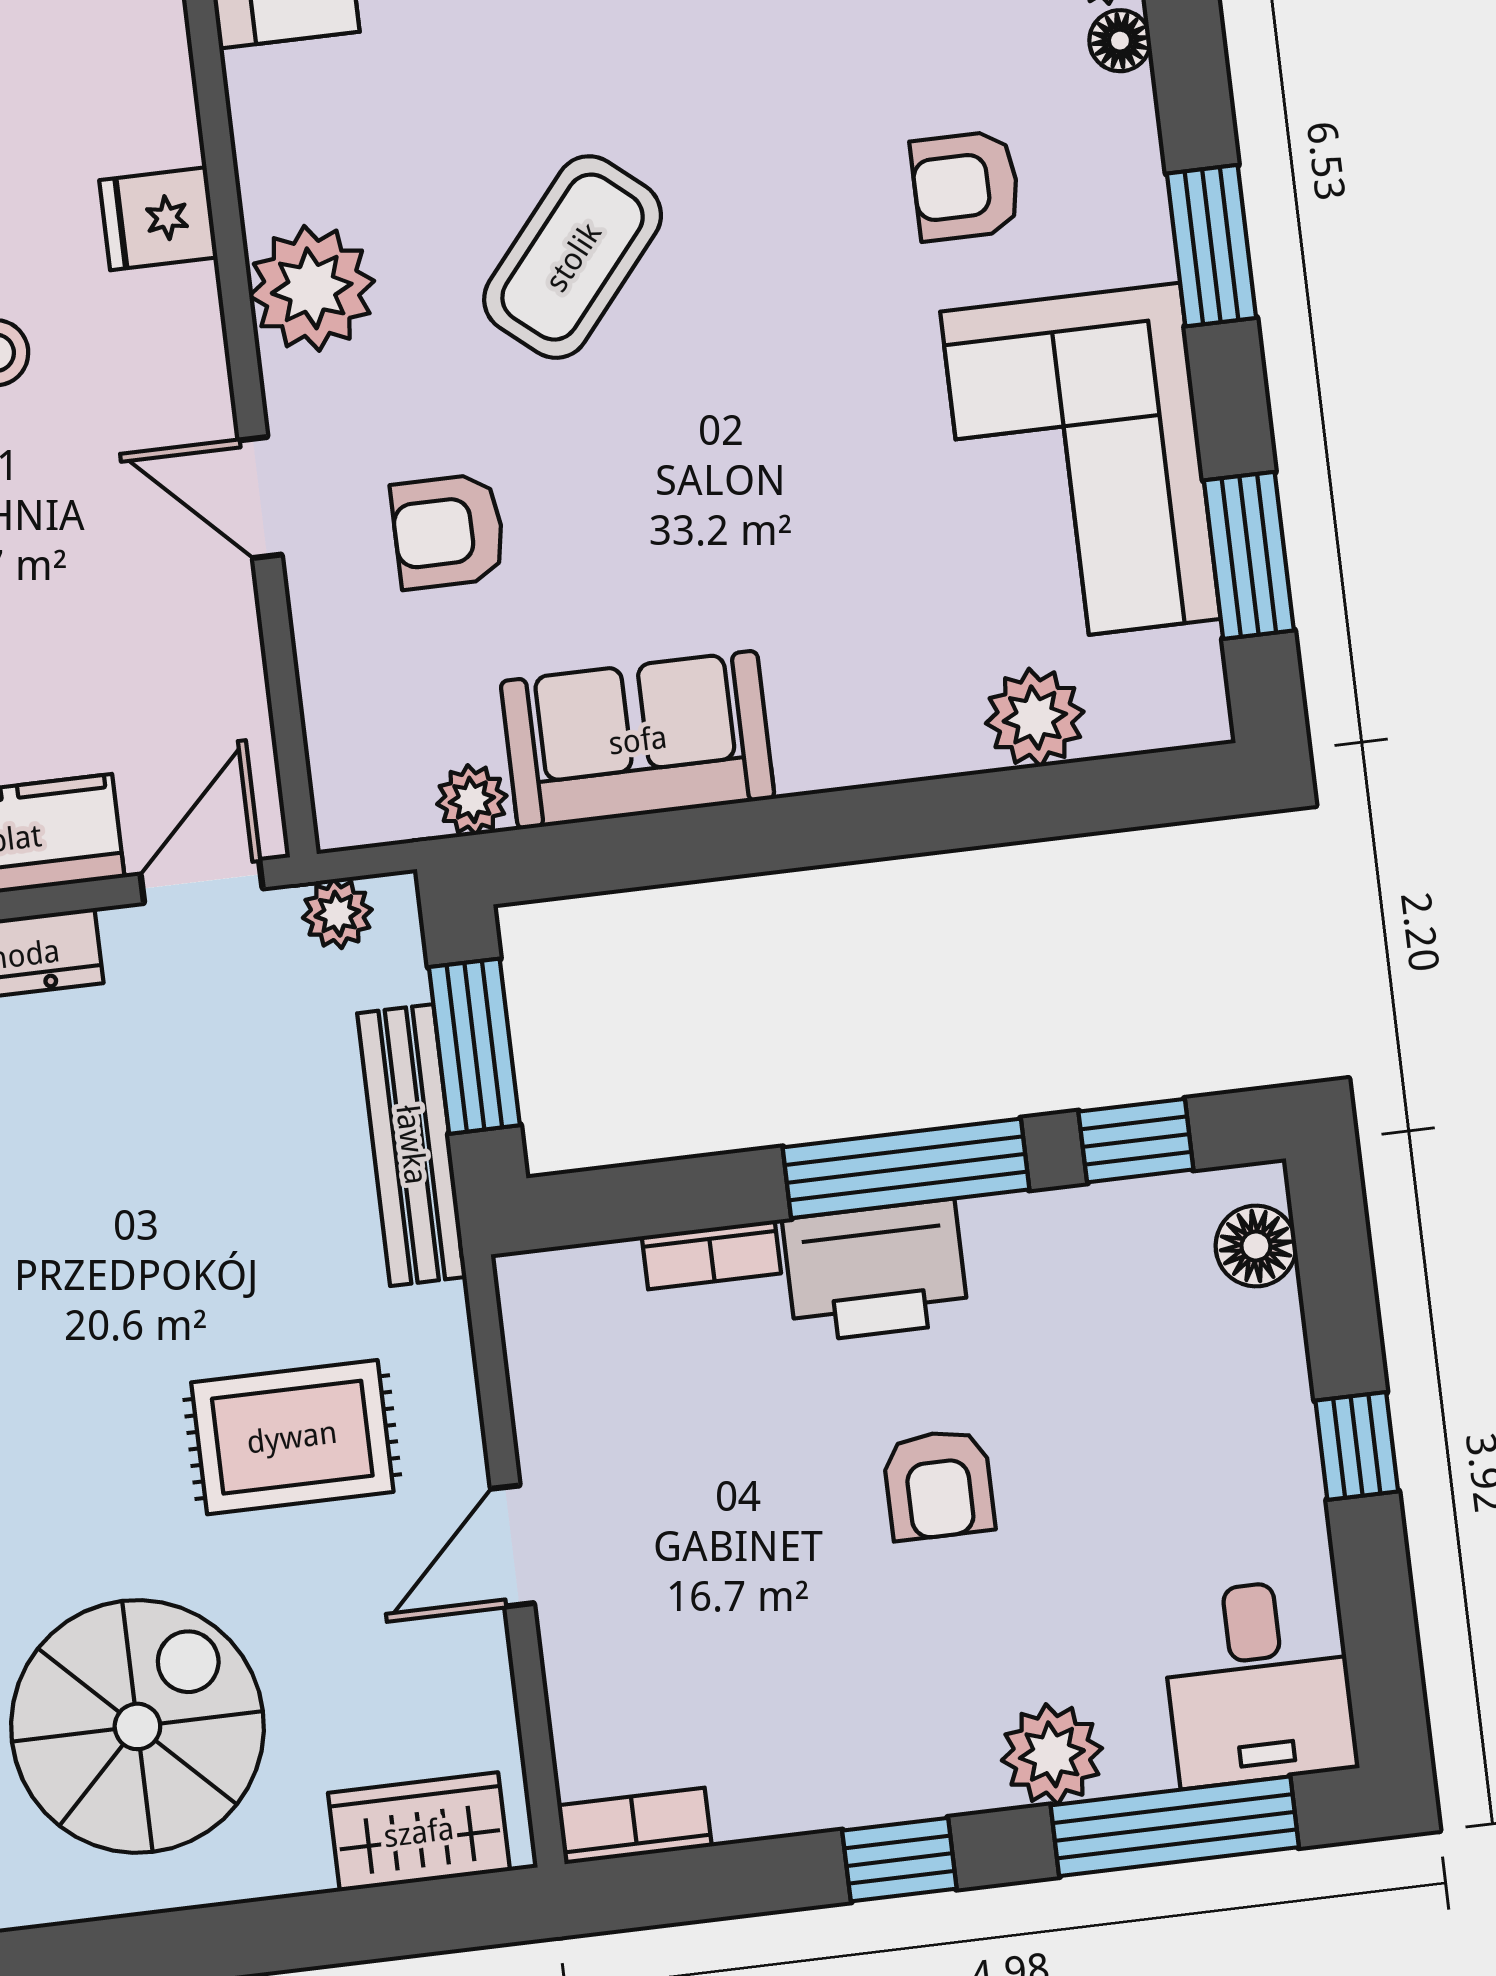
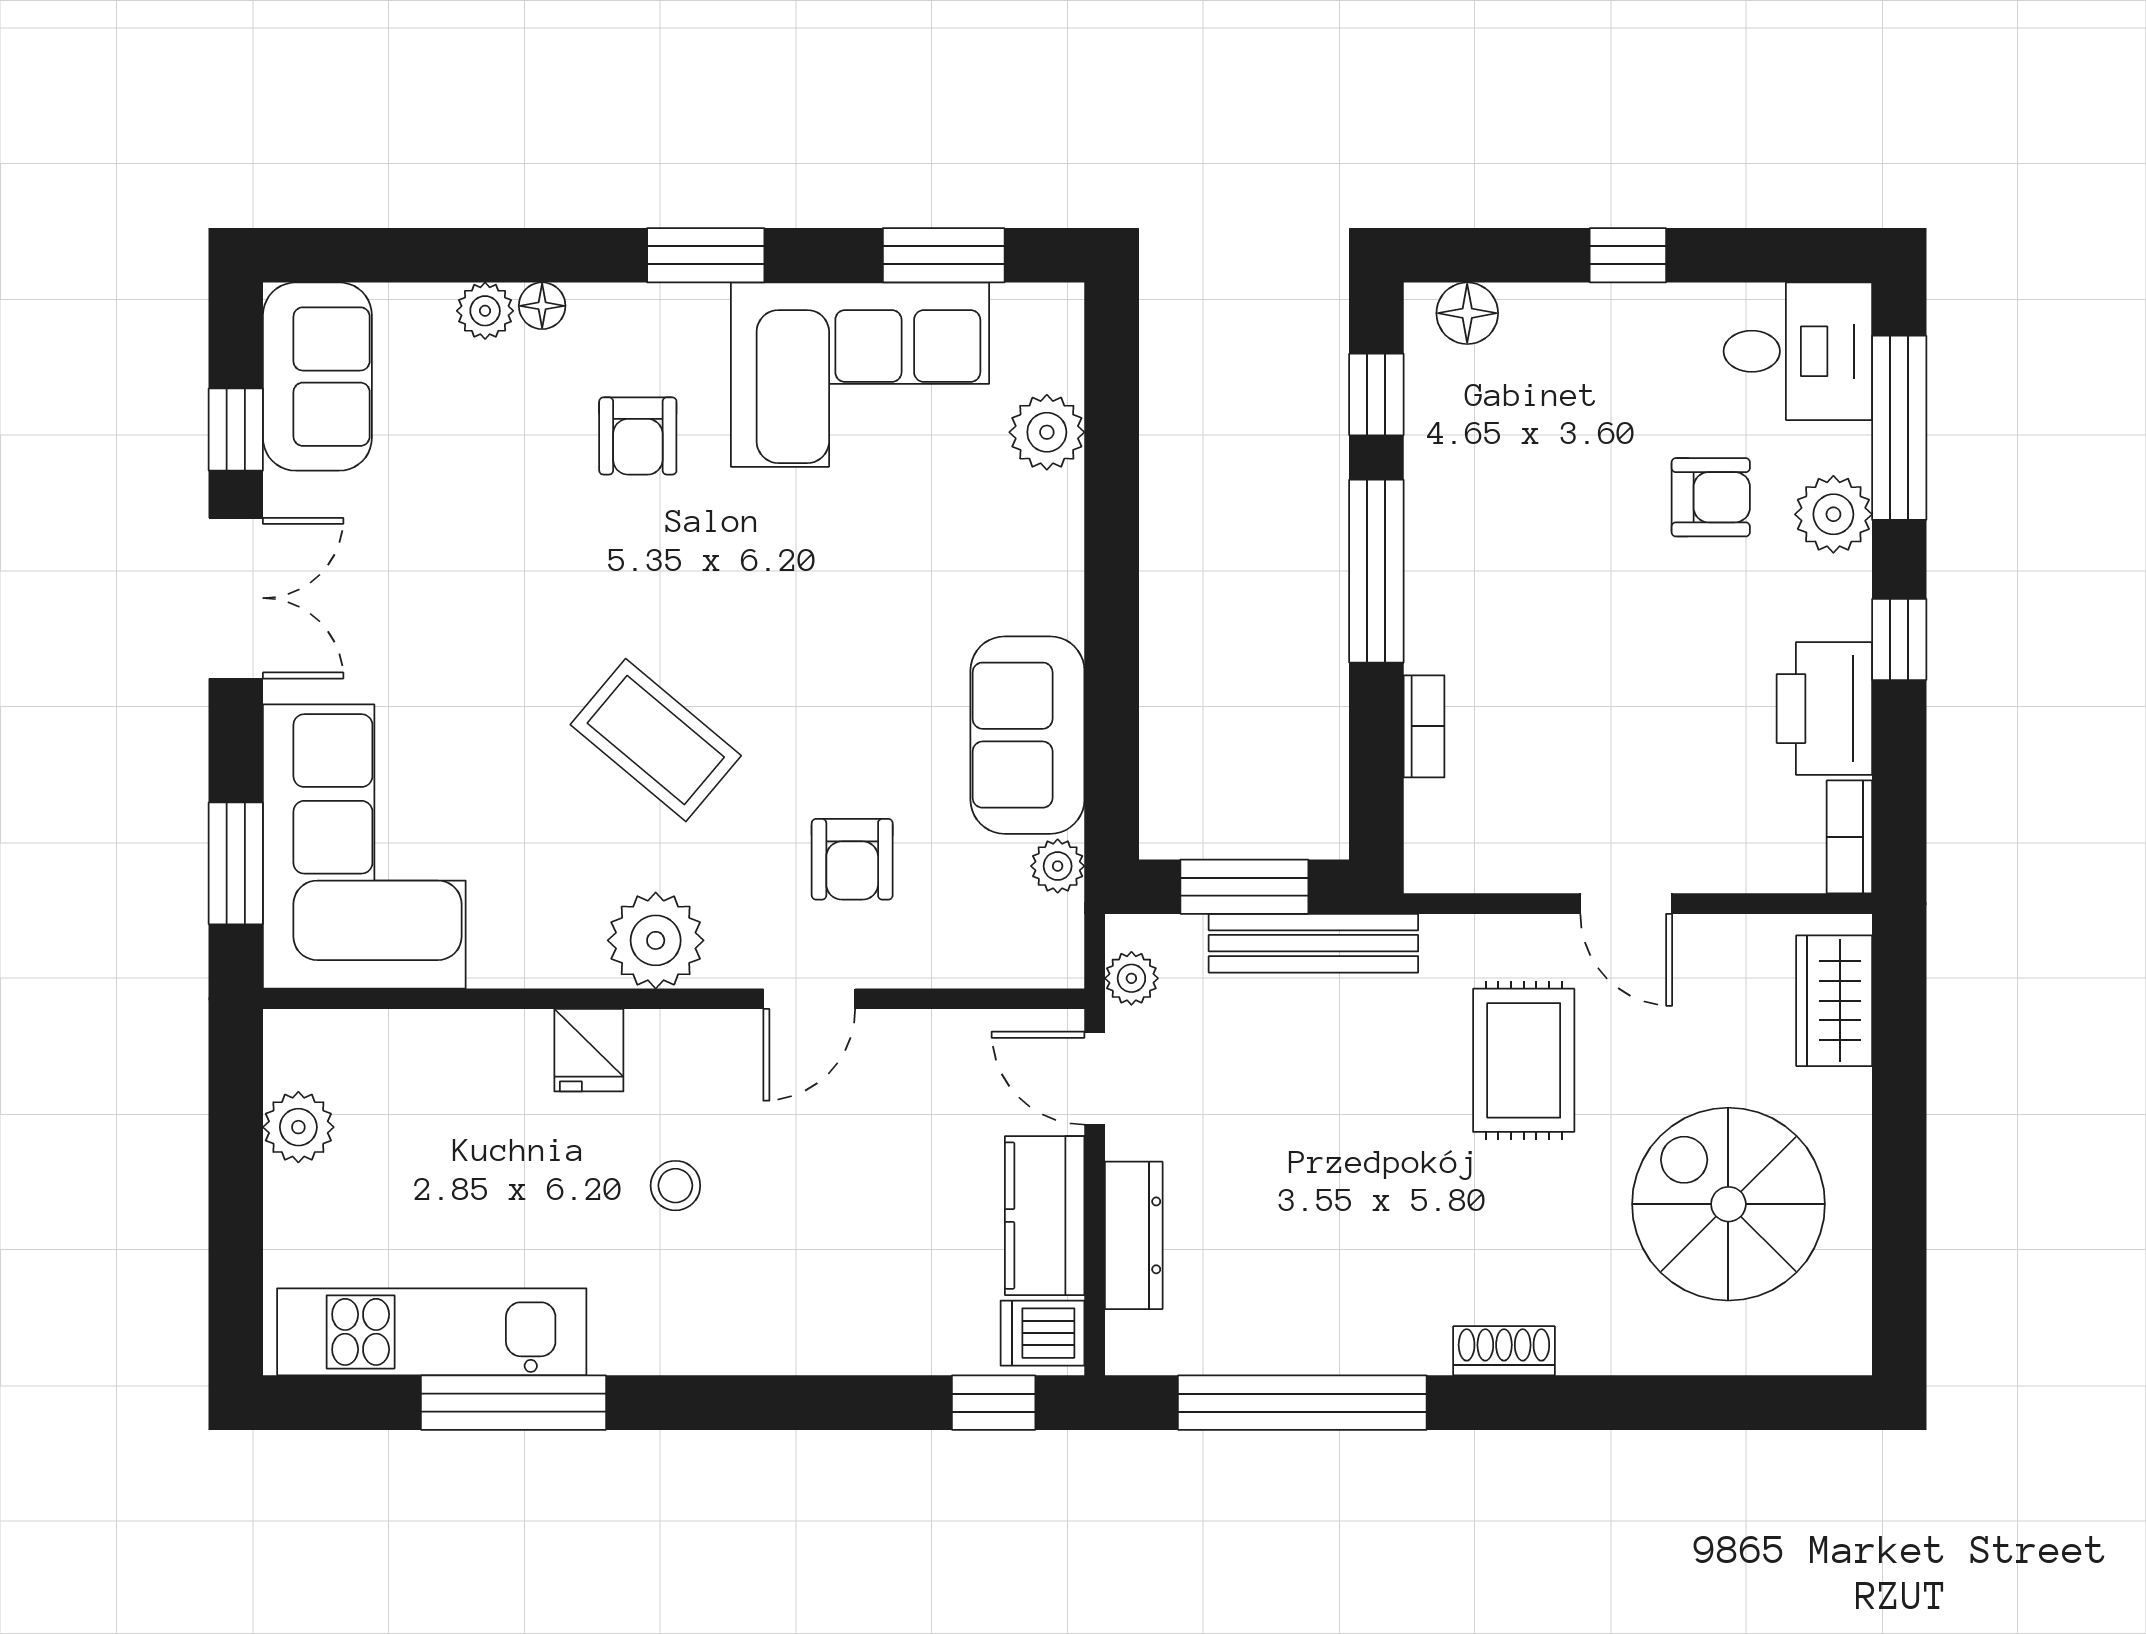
printer: (876, 1271) -> (1824, 709), moved, turned 180
armchair: (939, 1485) -> (1711, 497), moved

